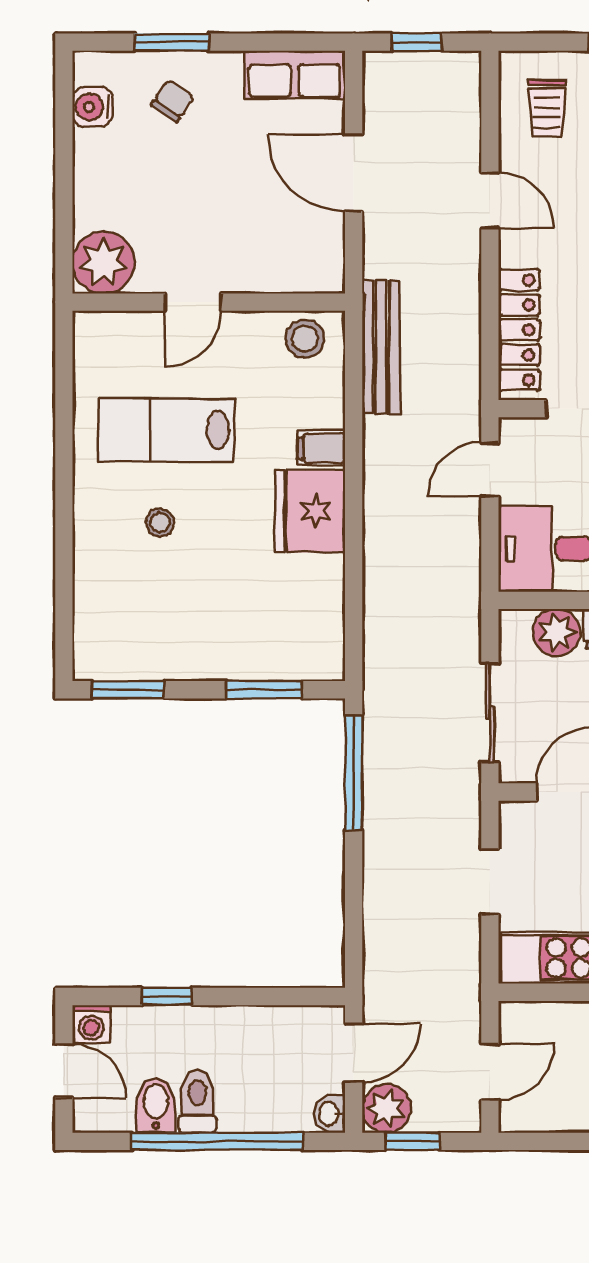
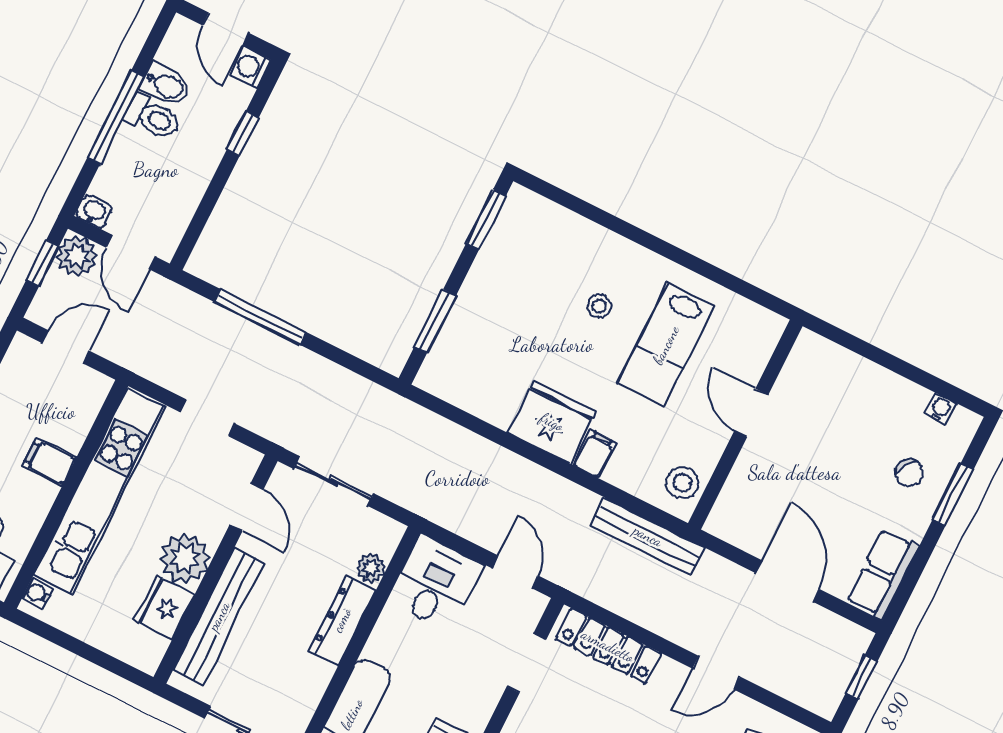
water cooler: (92, 107) -> (941, 409), width x0.72, depth x0.72
door: (354, 173) -> (788, 581), hinge flipped
plant: (103, 263) -> (814, 361), removed
lab bench: (166, 430) -> (666, 345), turned 180
plant: (556, 633) -> (371, 568), width x0.73, depth x0.73
window: (354, 773) -> (260, 317), moved
door: (64, 1071) -> (226, 29), hinge flipped
door: (490, 1072) -> (66, 347), swing flipped
window: (217, 1141) -> (116, 117), width x0.68

